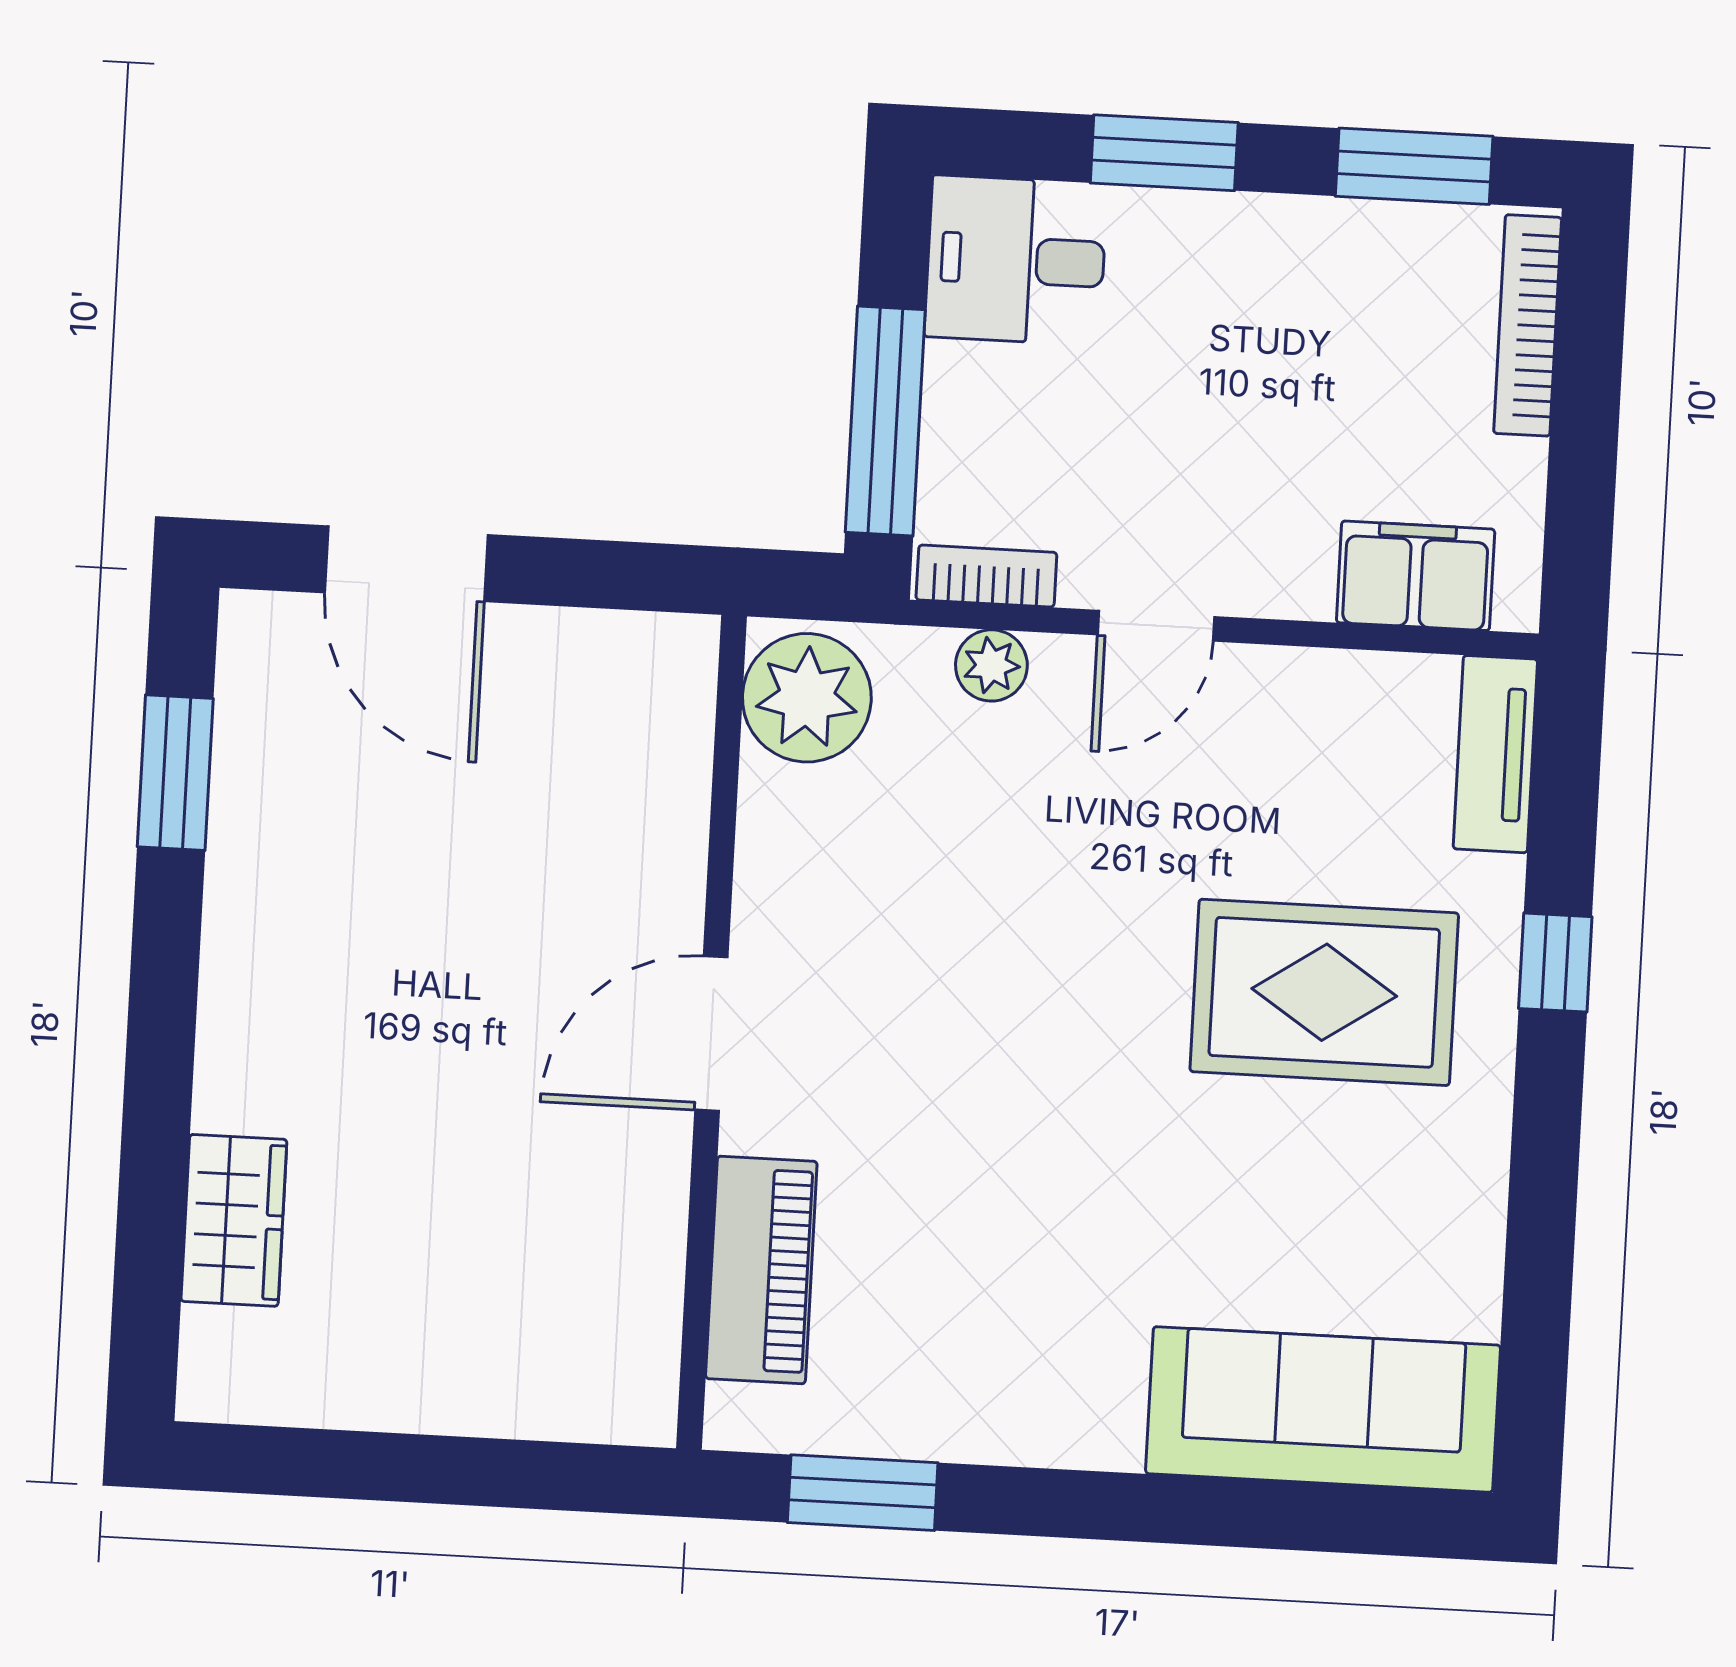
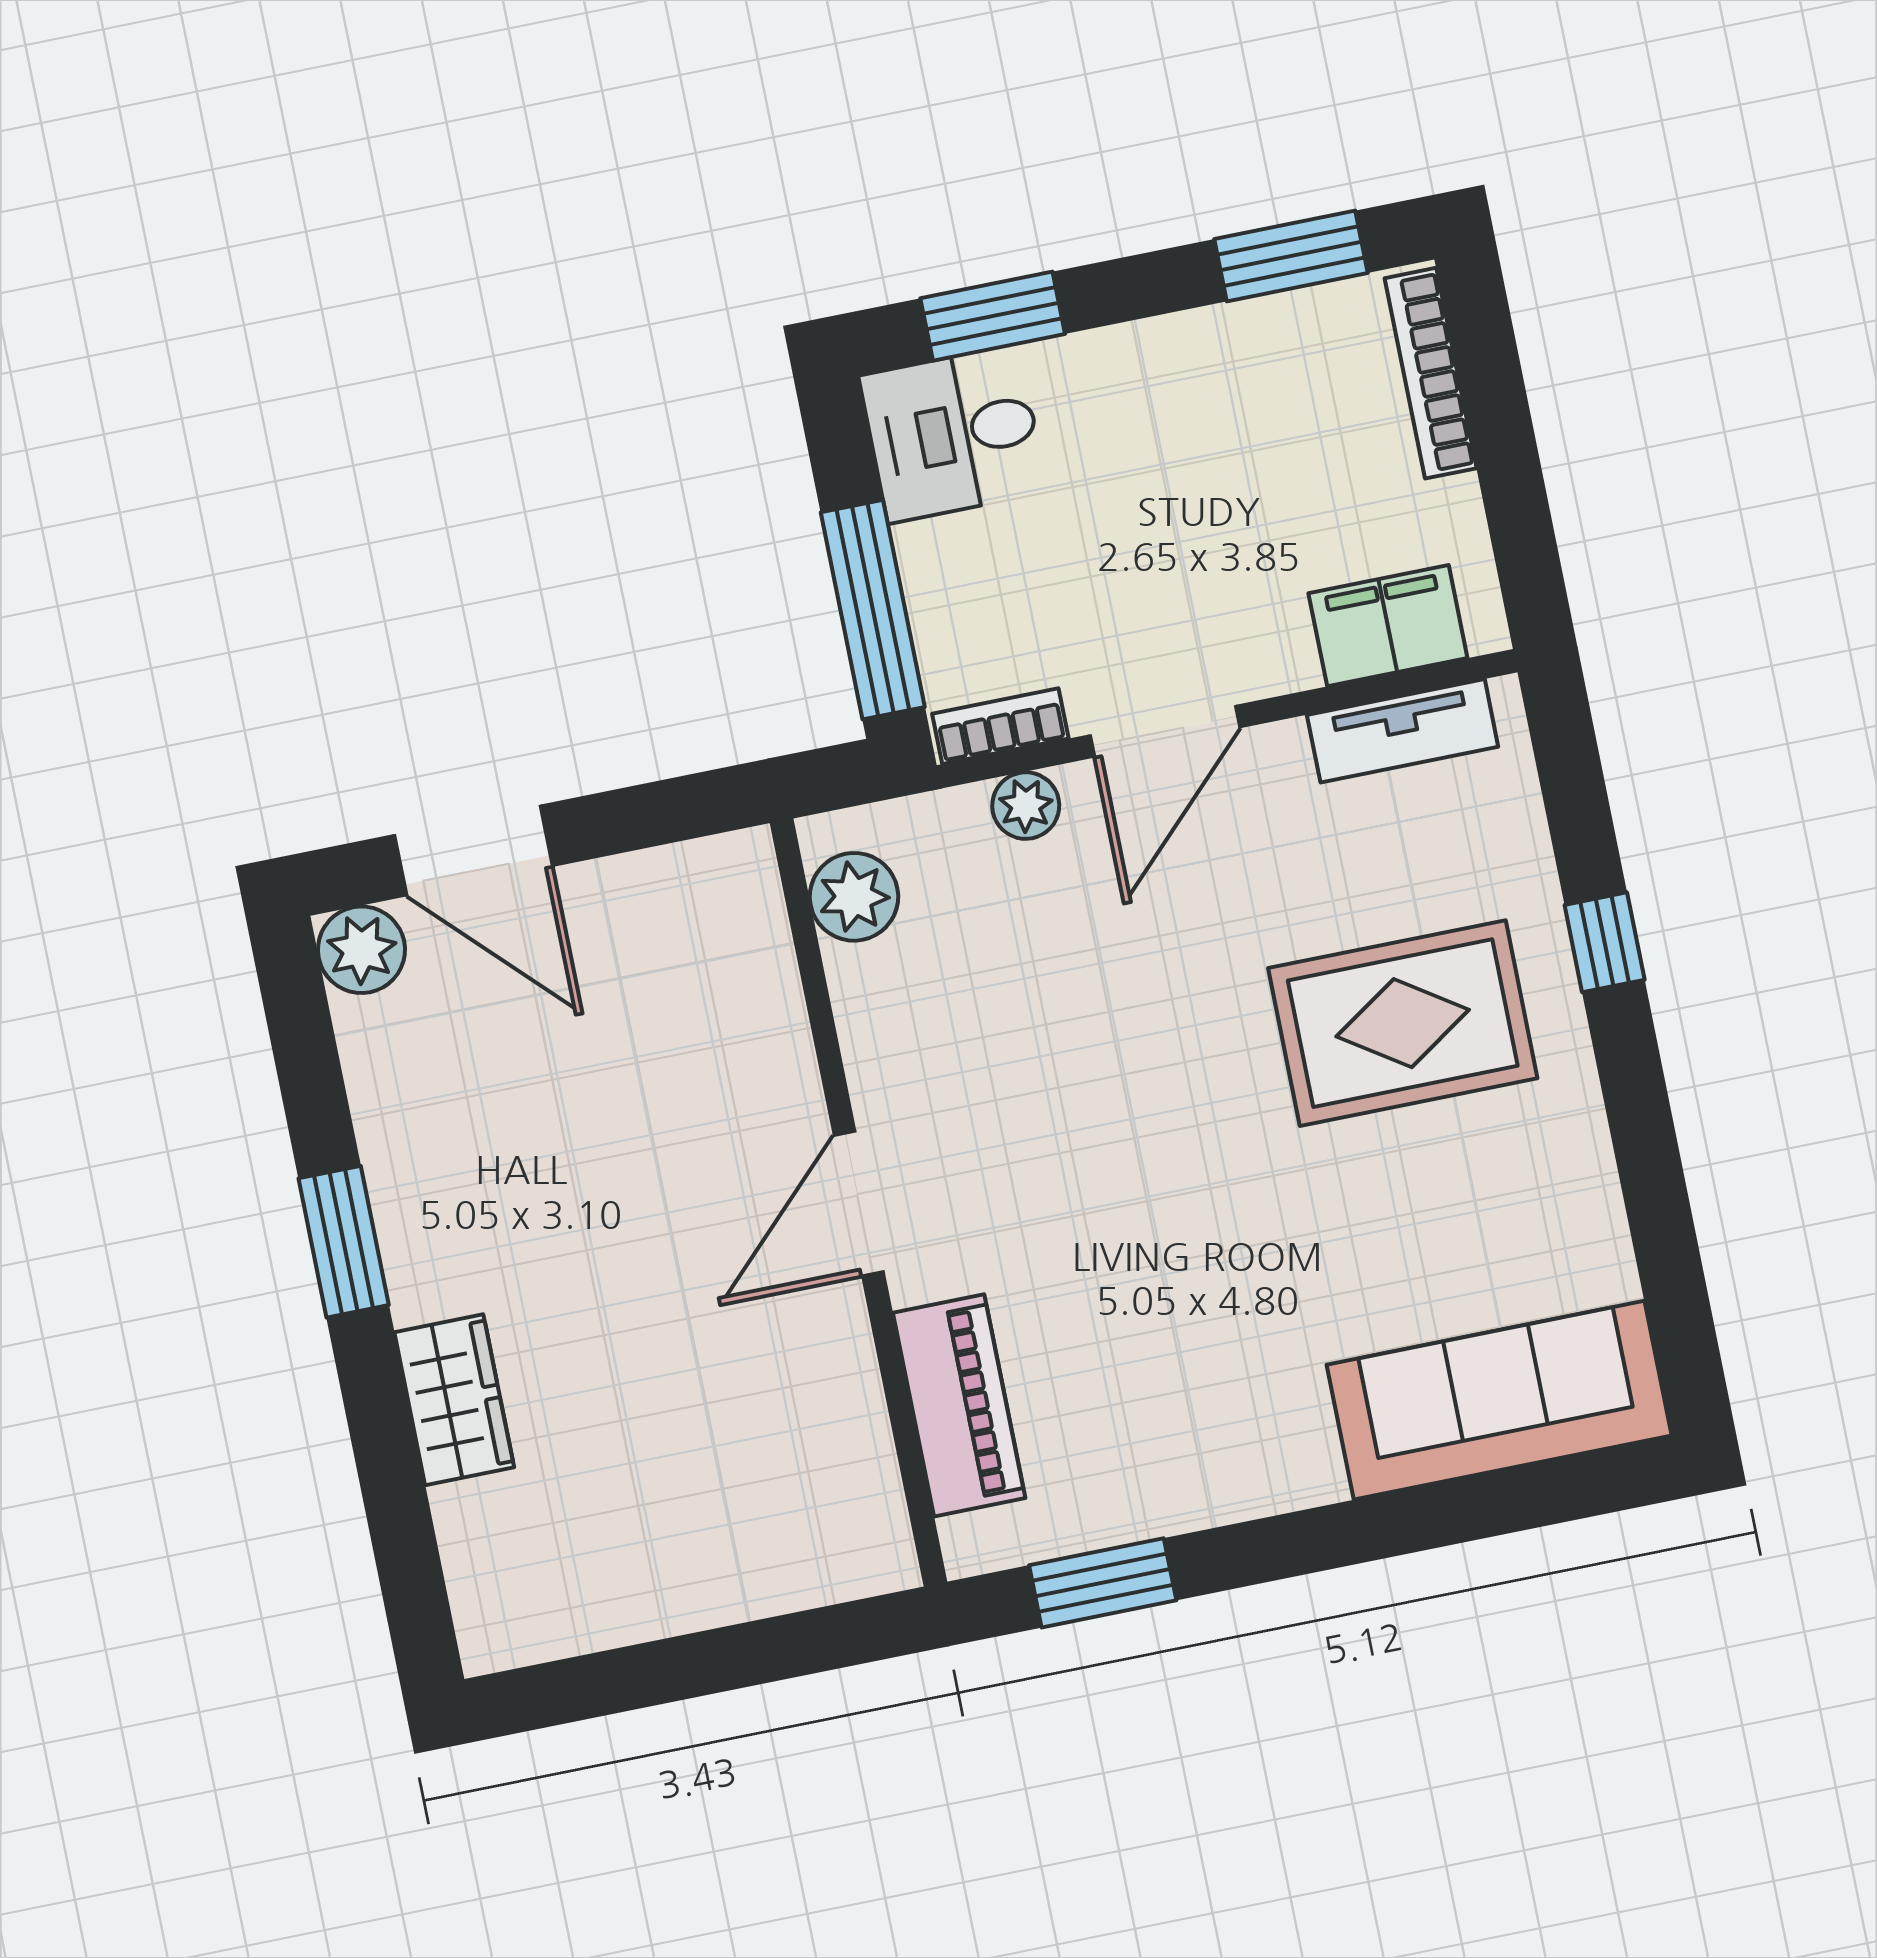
window: (1164, 153) -> (993, 316), moved
door: (1156, 626) -> (1165, 731), width x1.38
plant: (263, 637) -> (361, 950), added
plant: (807, 698) -> (854, 897), width x0.73, depth x0.73
tv unit: (1495, 754) -> (1403, 731), moved, turned -90
window: (175, 773) -> (344, 1242), moved
wardrobe: (234, 1220) -> (454, 1400), moved

